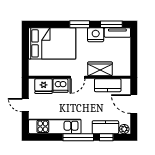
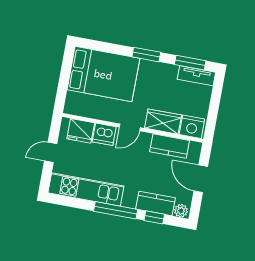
nightstand: (96, 35) -> (192, 127), moved, turned 180
door: (25, 105) -> (51, 152), hinge flipped

